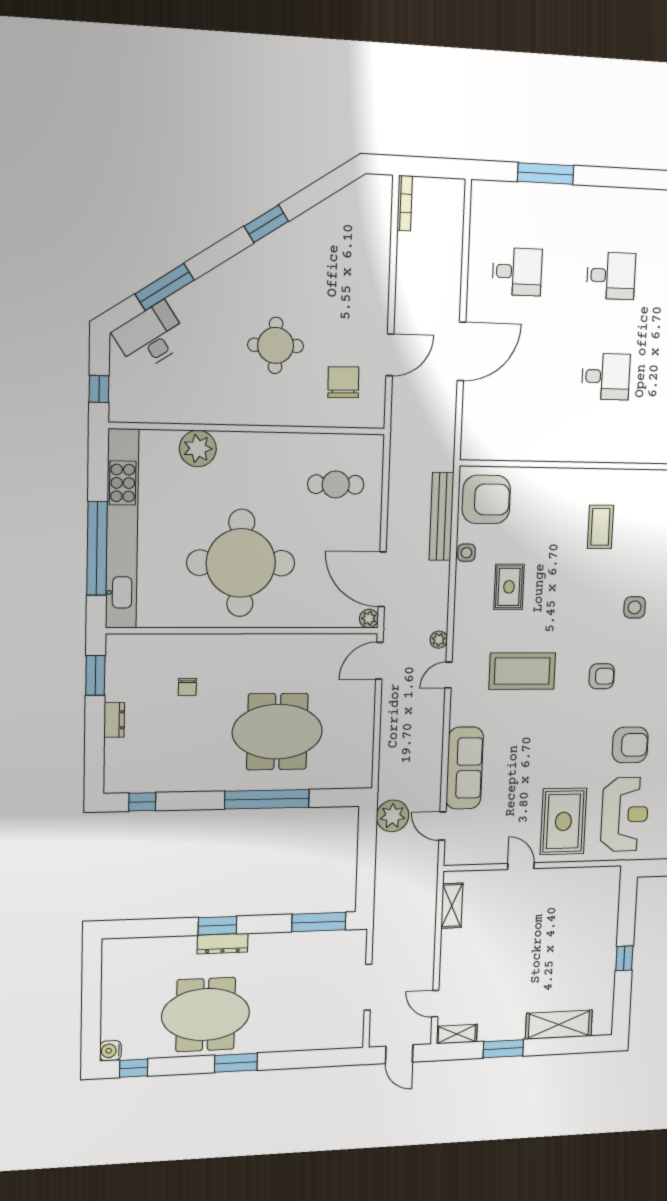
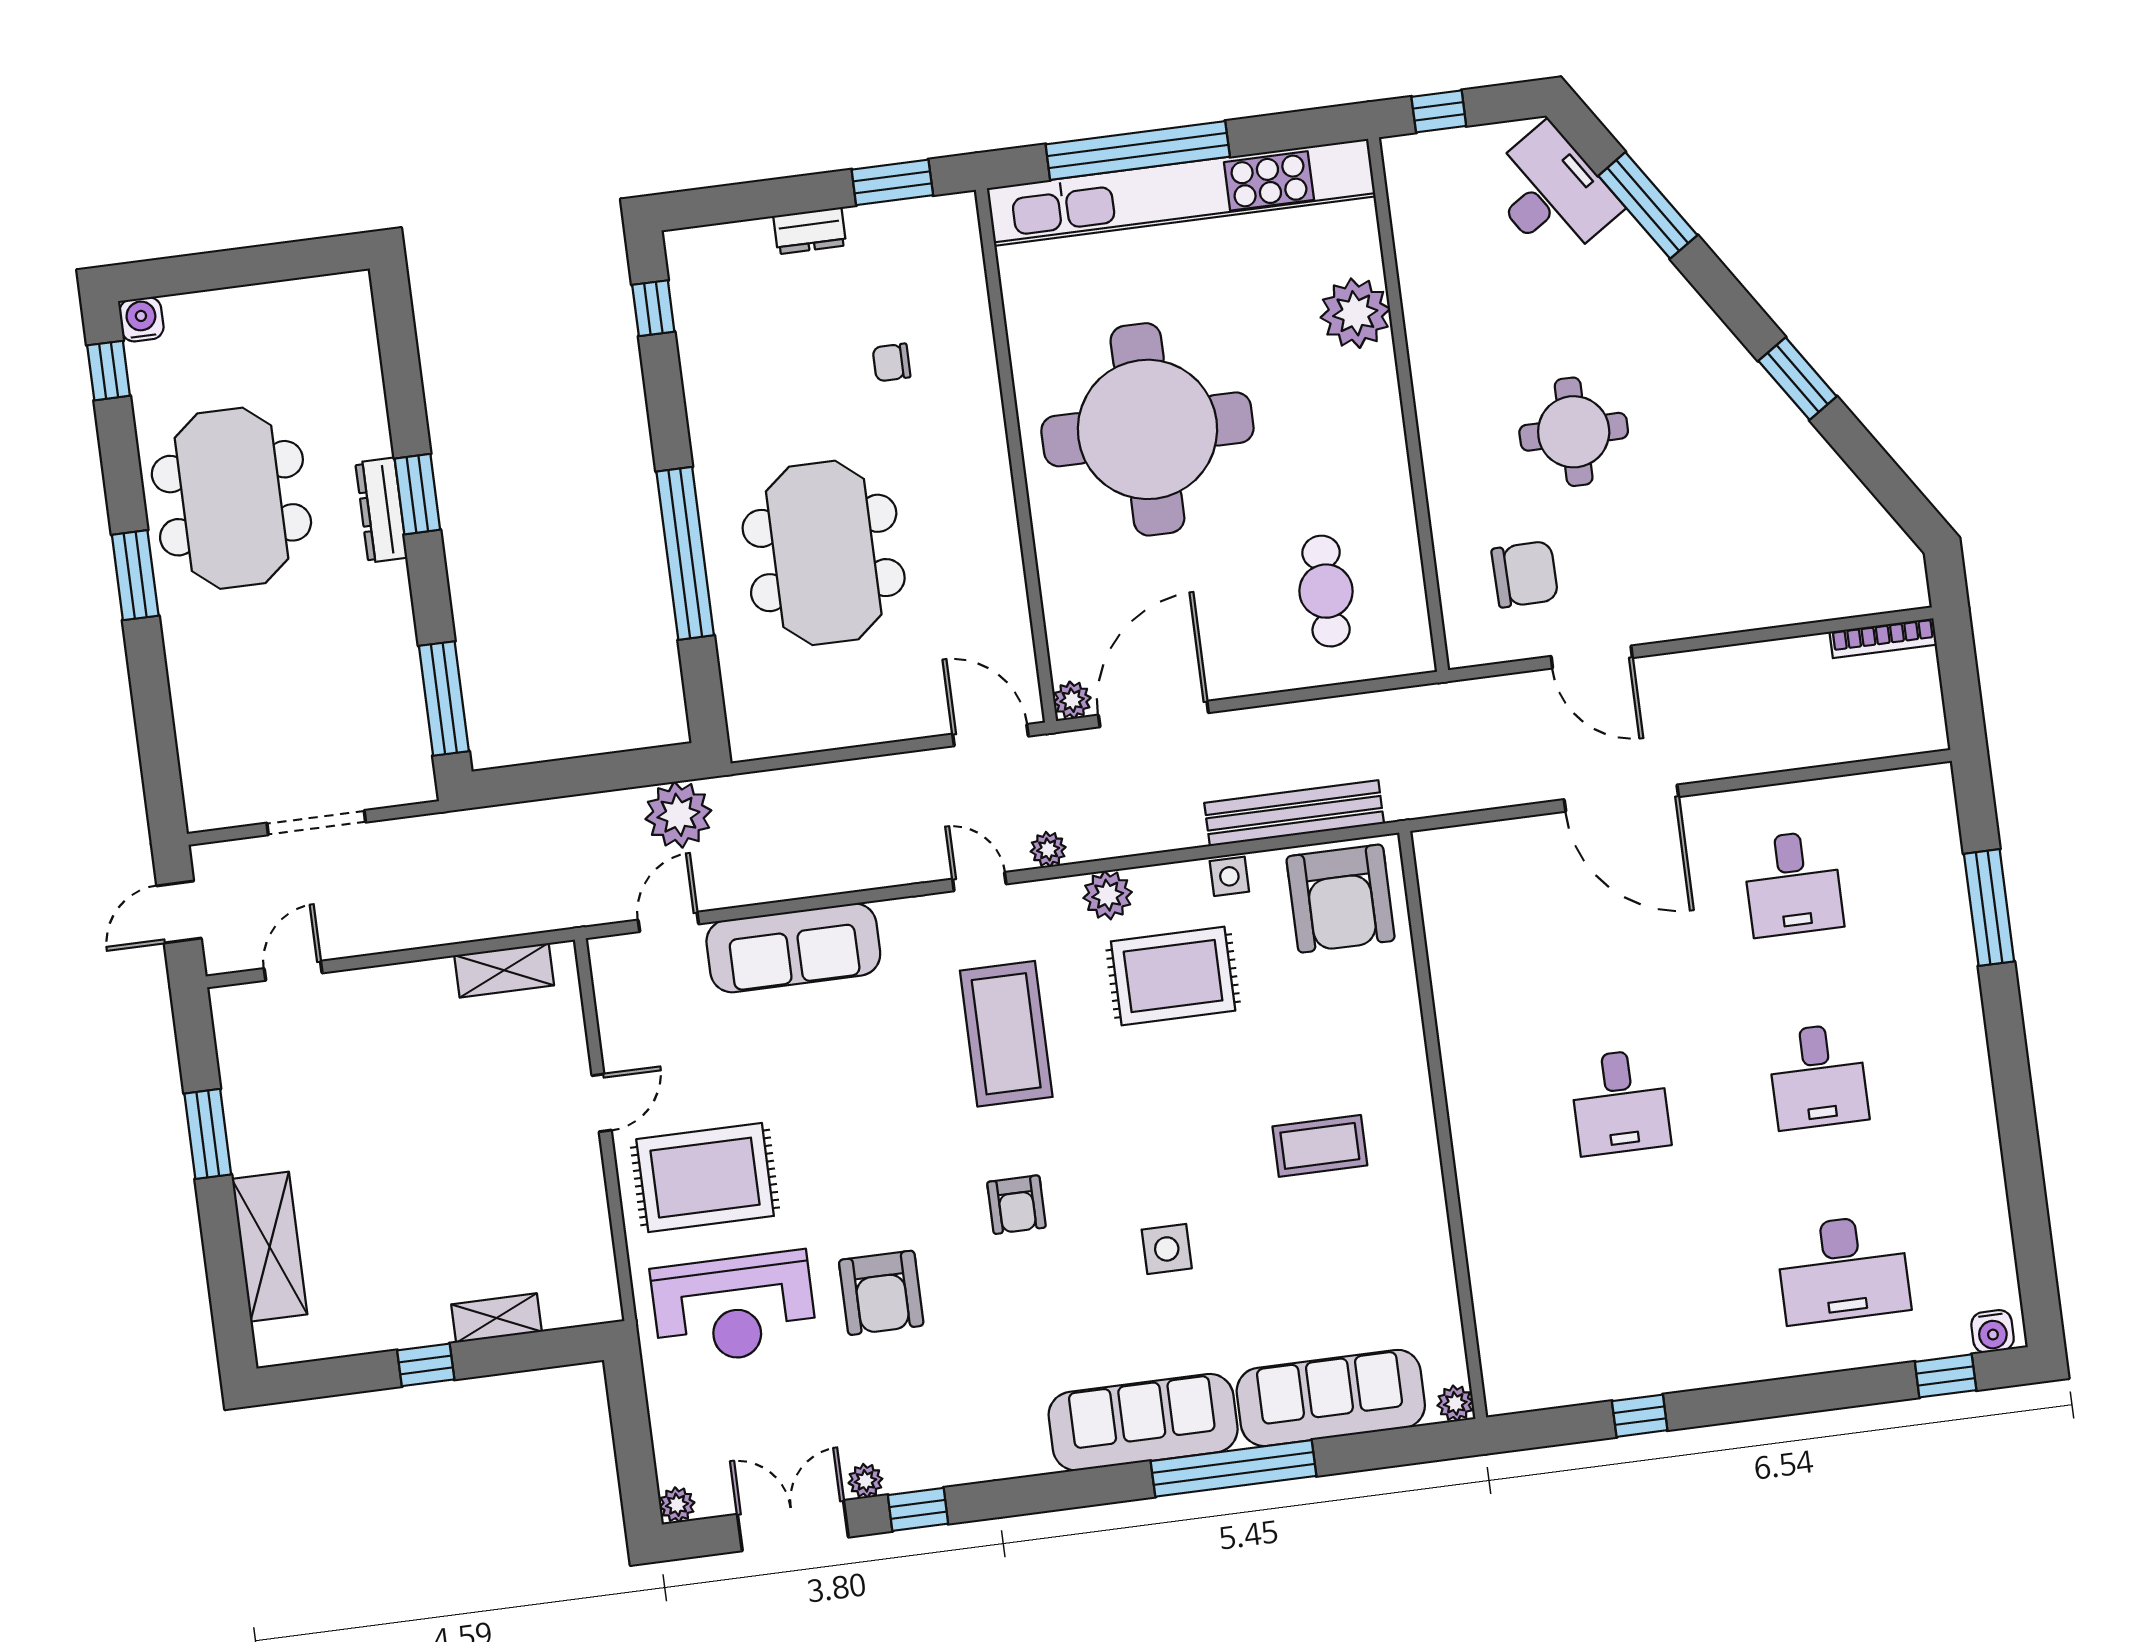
rug: (509, 587) -> (1173, 976), width x1.36, depth x1.43
plant: (465, 613) -> (1108, 895), added
shelving: (457, 1034) -> (497, 1318), moved, turned 90

